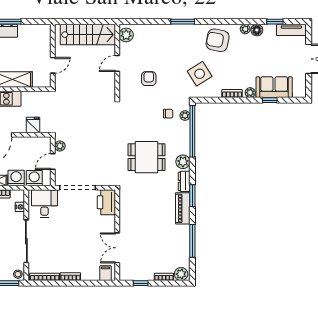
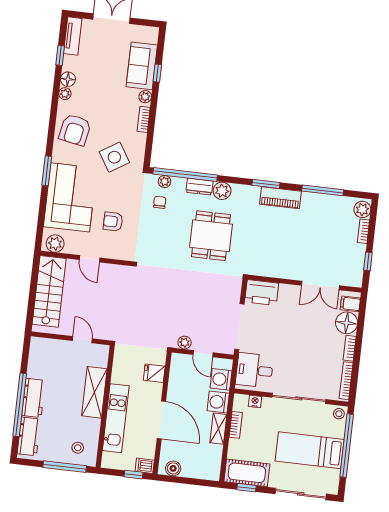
corner sofa: (164, 43) -> (70, 197), added
dresser: (184, 181) -> (199, 187), moved
floor lamp: (90, 272) -> (347, 323), added

